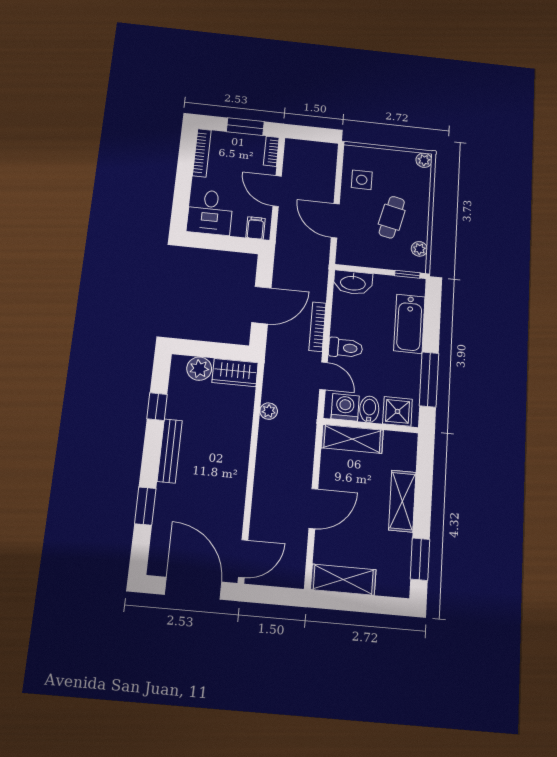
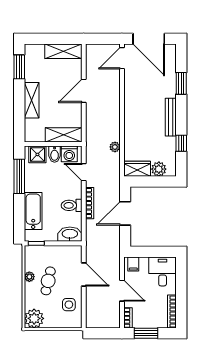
plant: (424, 160) -> (34, 318), width x1.88, depth x1.88
plant: (419, 249) -> (29, 277), moved
toilet: (346, 348) -> (72, 205), moved

